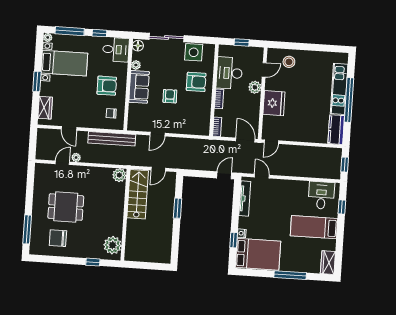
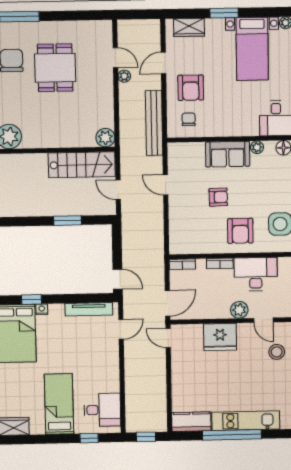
armchair: (107, 86) -> (191, 88), moved

